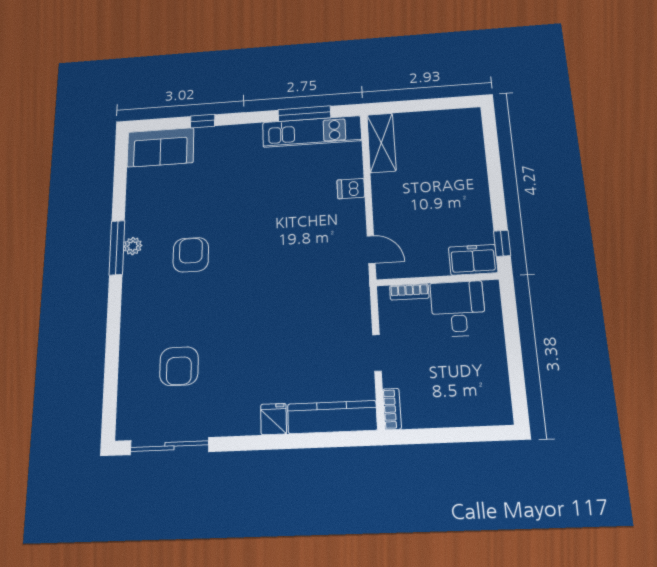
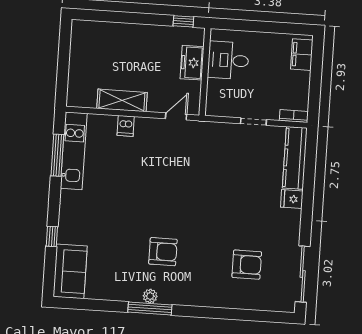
shelving: (381, 143) -> (122, 100), moved
armchair: (191, 255) -> (163, 252), turned 180
freezer: (473, 260) -> (192, 63), moved
bookcase: (409, 292) -> (212, 93), removed
filing cabinet: (483, 411) -> (302, 55), added

